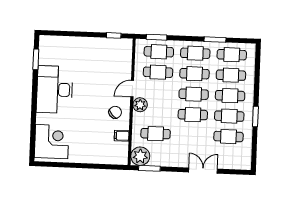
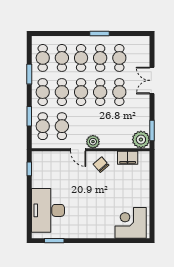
window: (157, 37) -> (29, 116), moved
desk: (55, 90) -> (48, 210), moved, turned 90
cafe table: (156, 134) -> (119, 92), moved
filing cabinet: (122, 136) -> (128, 158), width x2.00

